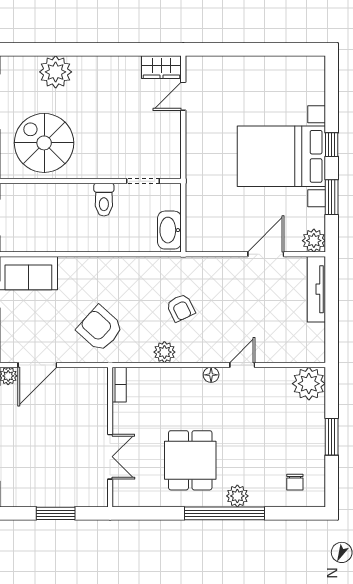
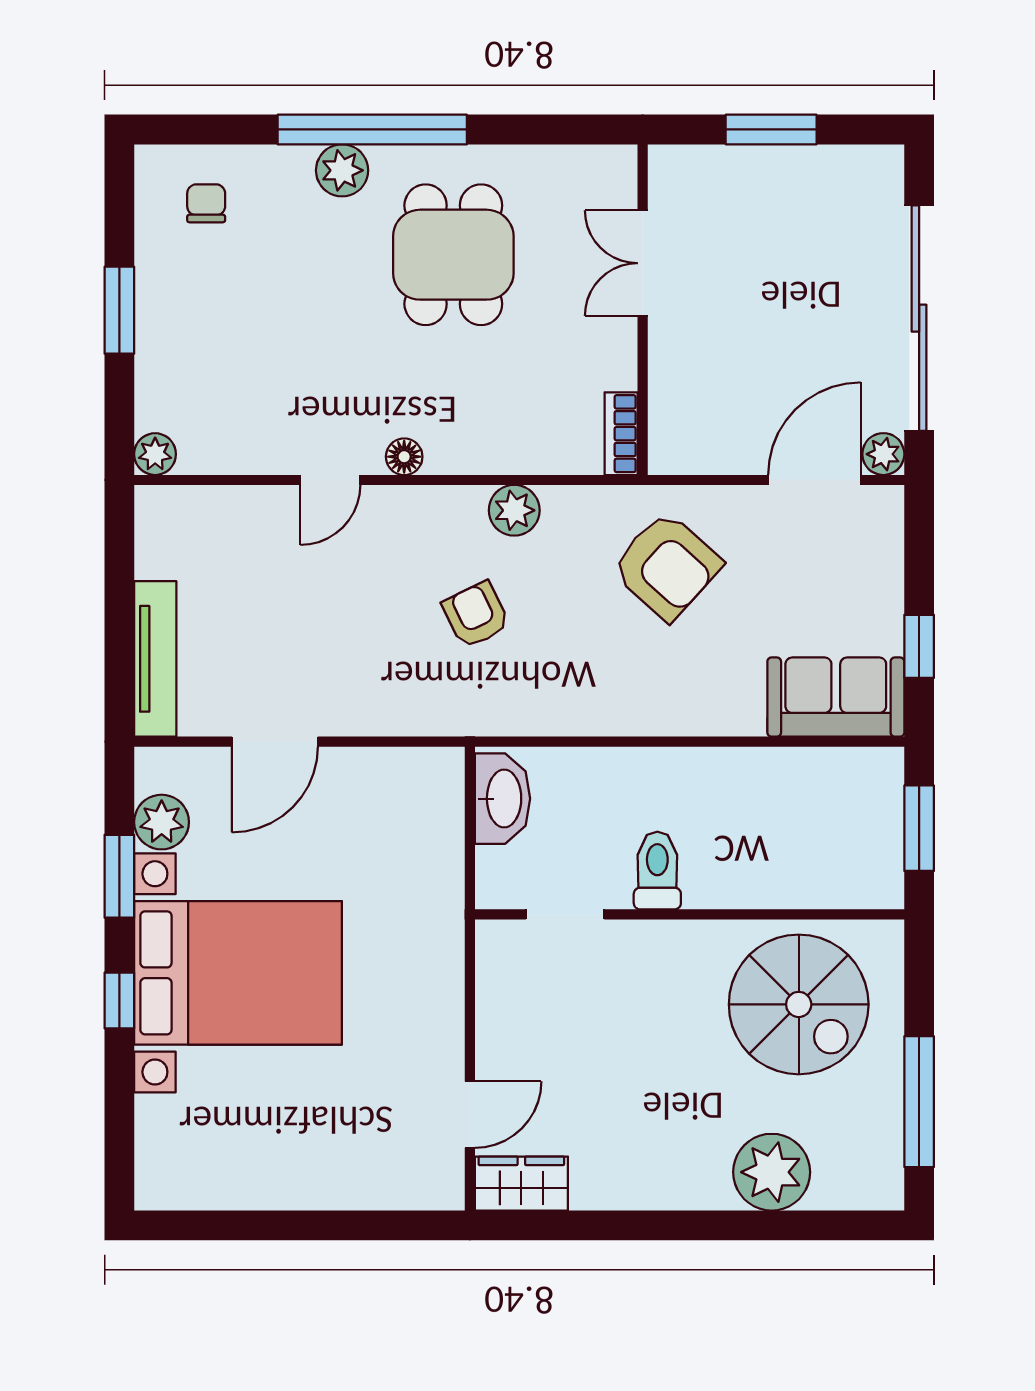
plant: (314, 241) -> (162, 822), moved
plant: (309, 384) -> (155, 454), width x0.53, depth x0.53

